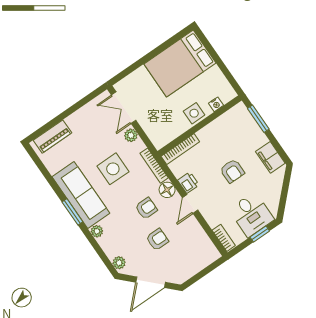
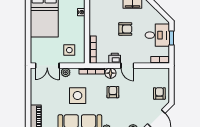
side table: (194, 113) -> (69, 50), moved
armchair: (157, 239) -> (159, 93), moved

